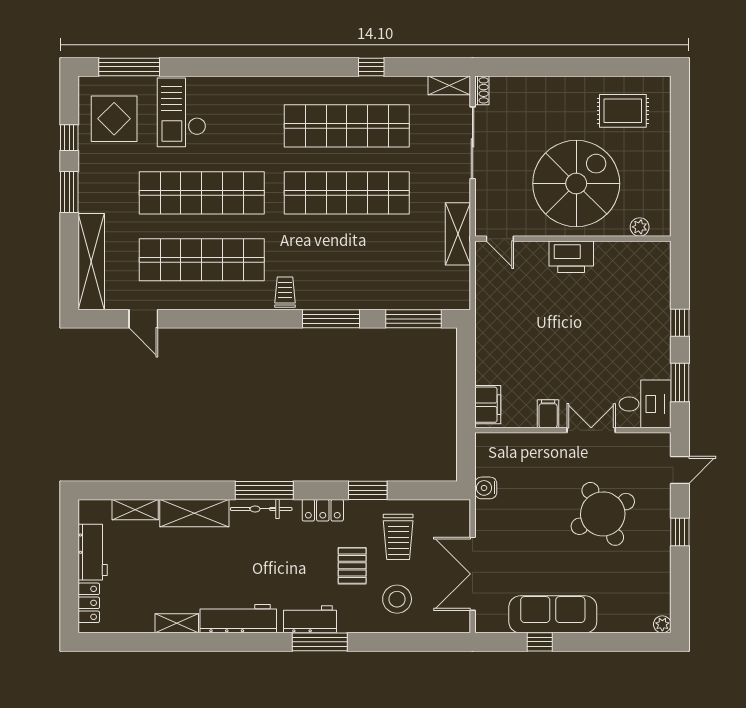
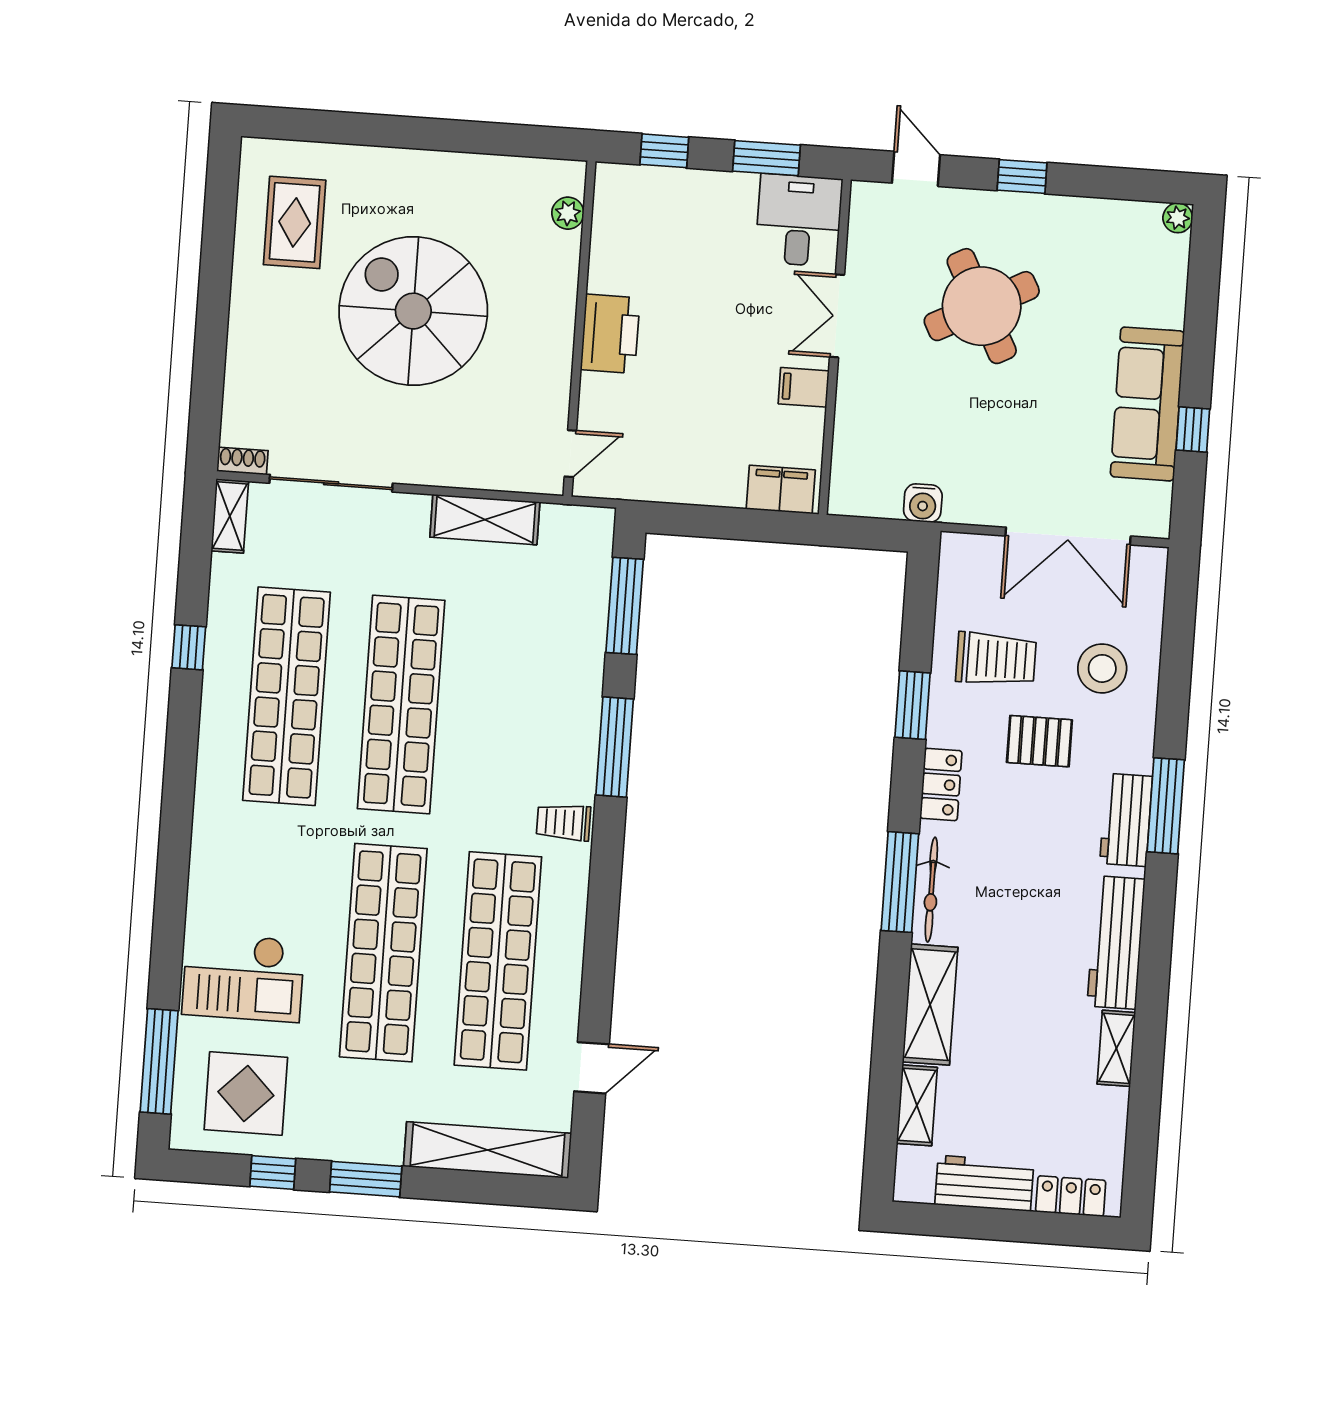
plant: (640, 227) -> (568, 213), moved
door: (500, 239) -> (570, 454), moved
wall: (573, 239) -> (579, 329), moved
printer: (571, 257) -> (610, 334), moved

